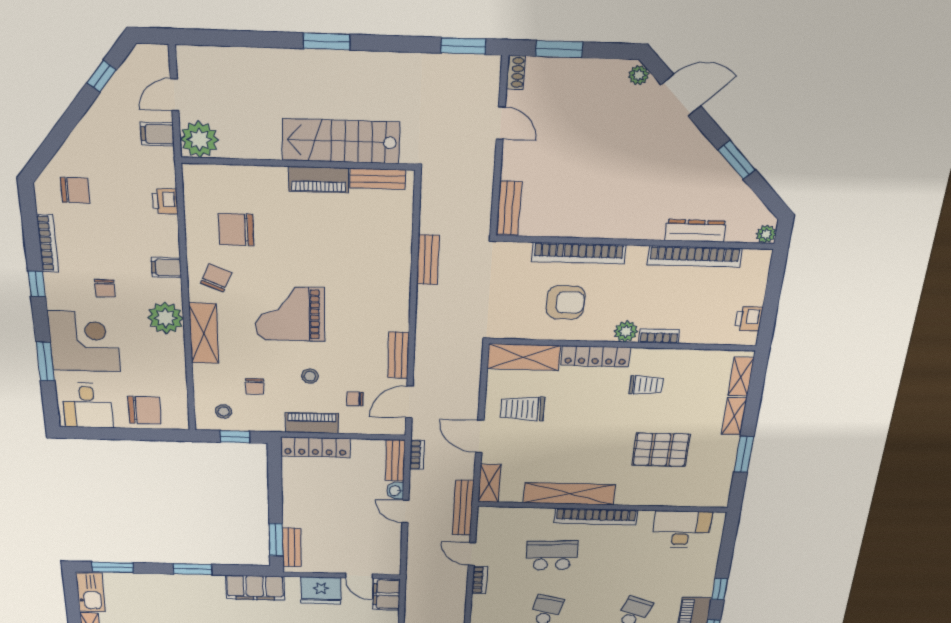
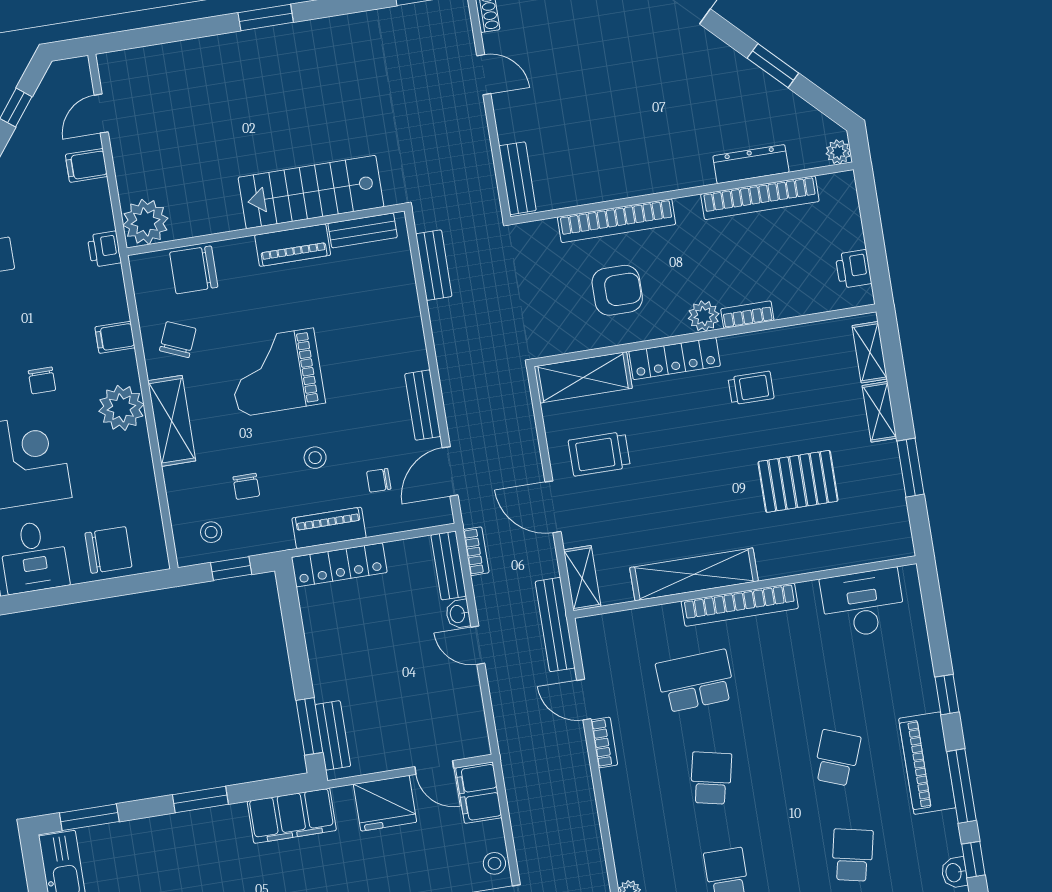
plant: (199, 139) -> (146, 222), moved
stairs: (341, 141) -> (311, 192), moved
wall: (298, 164) -> (266, 230), moved
bench: (378, 179) -> (363, 230), moved
piano: (319, 180) -> (293, 245), moved

